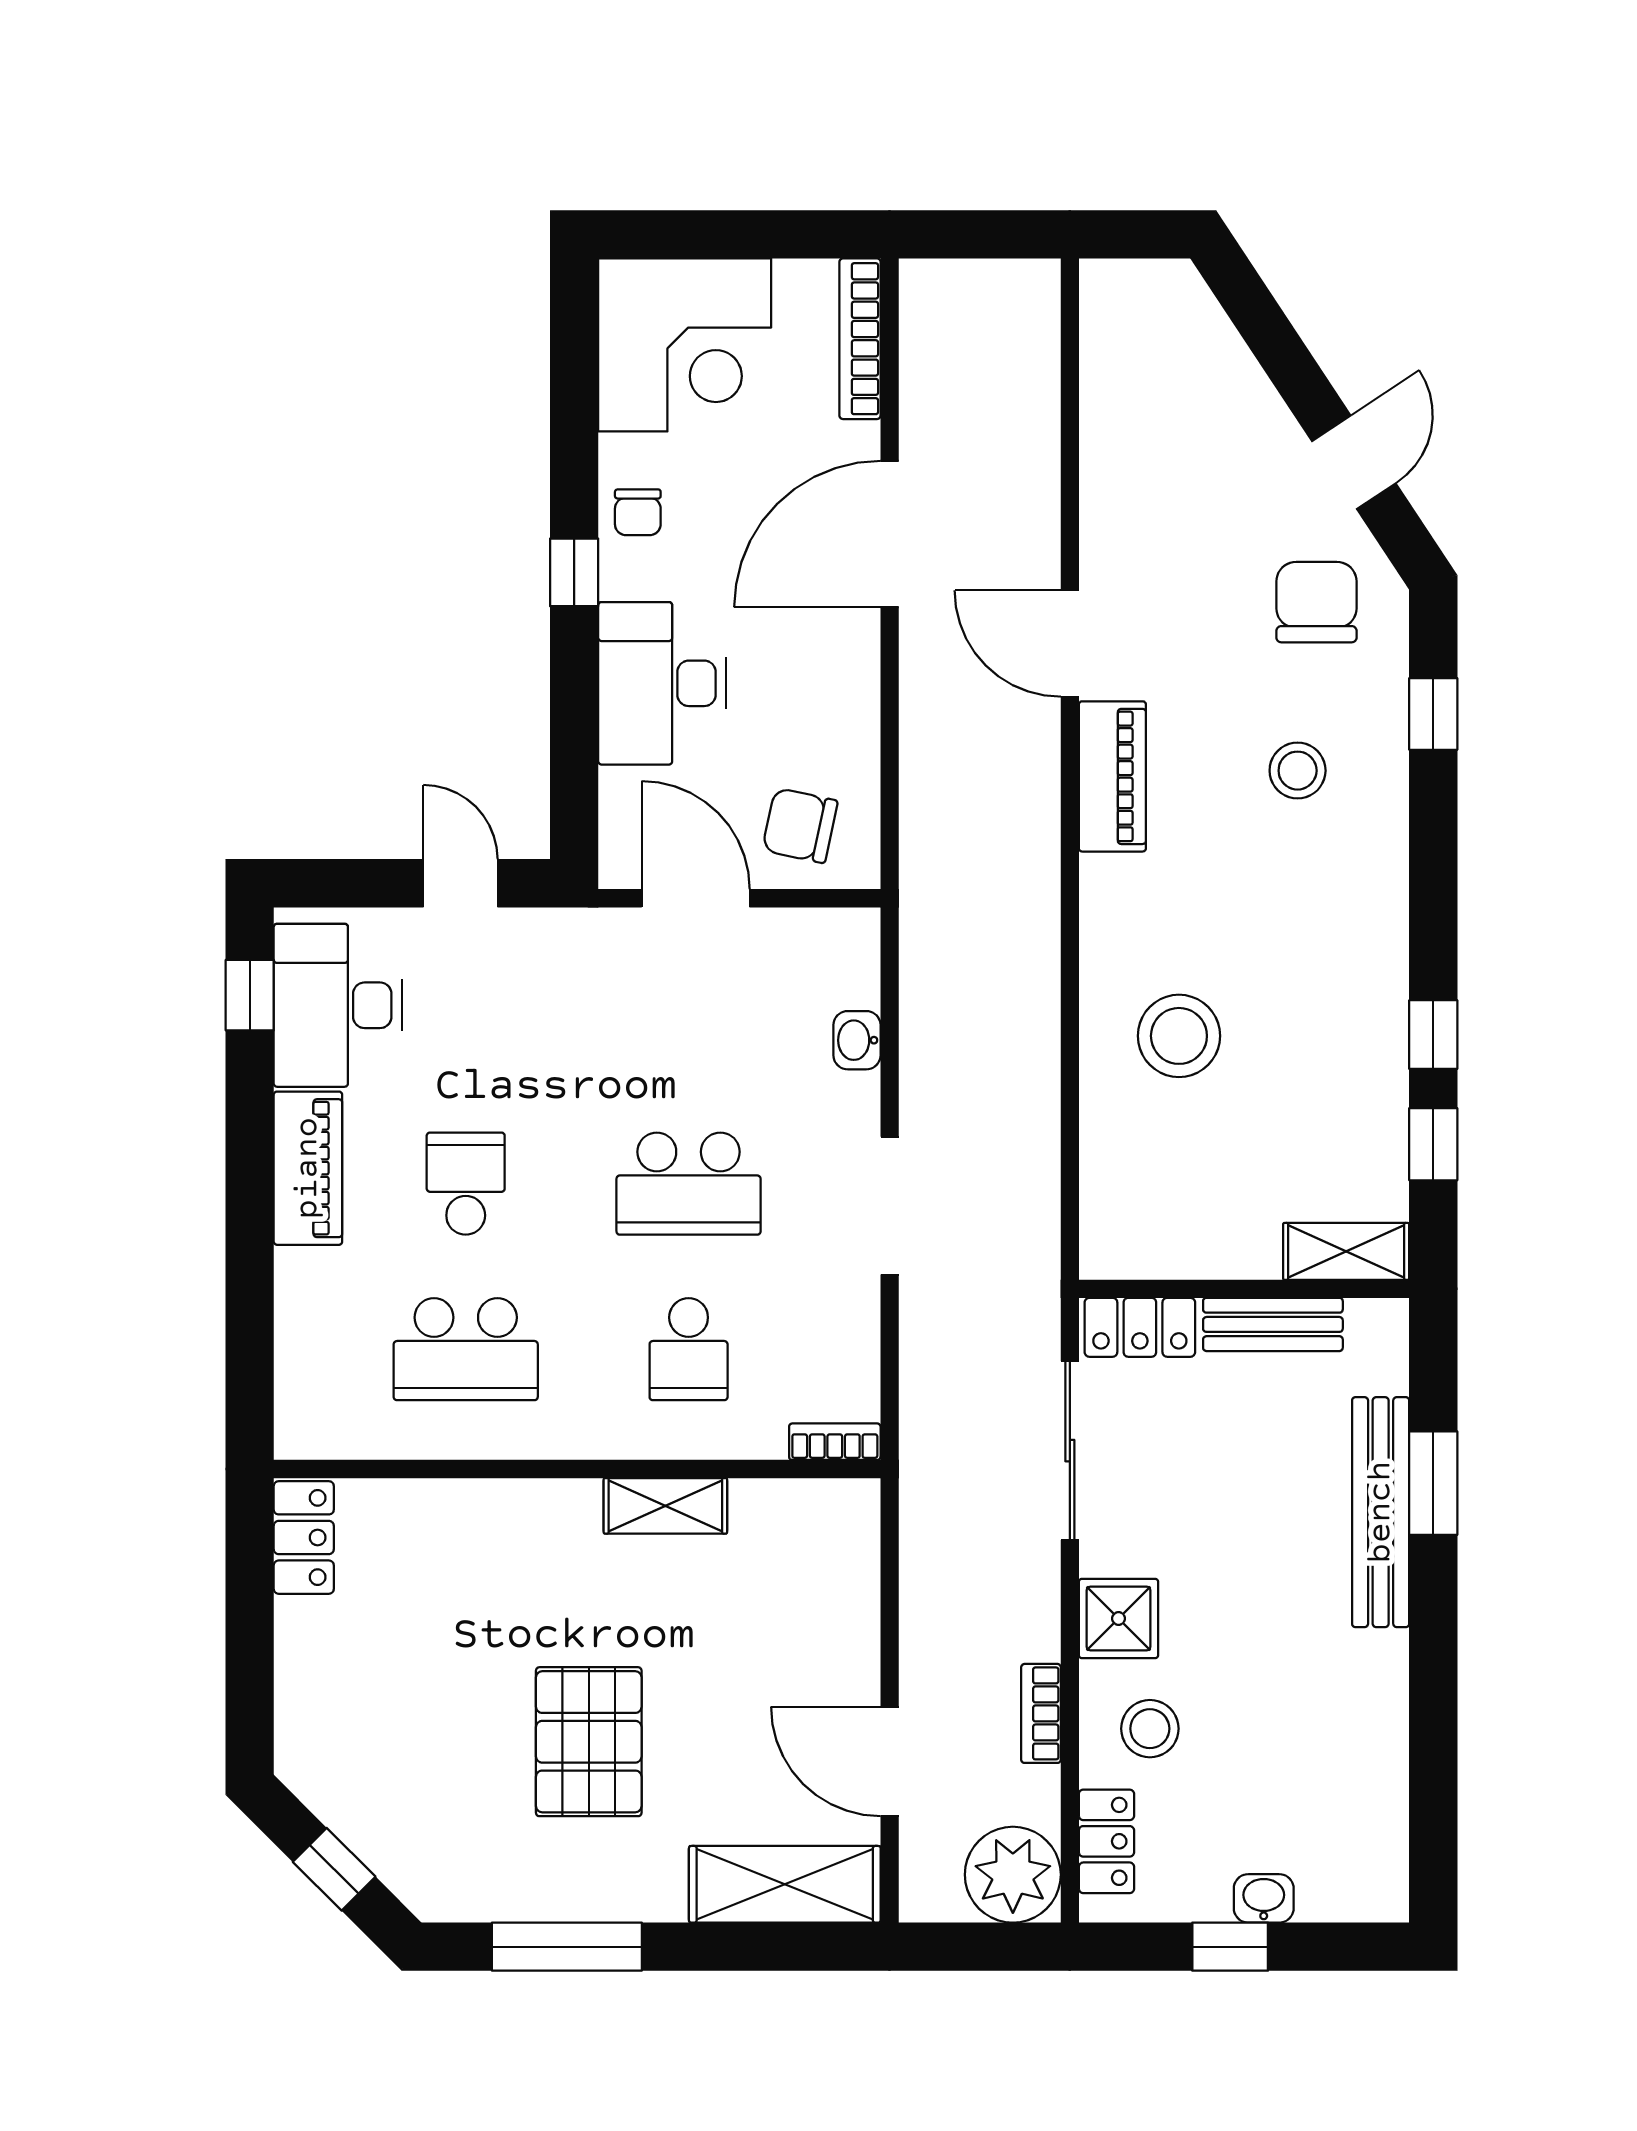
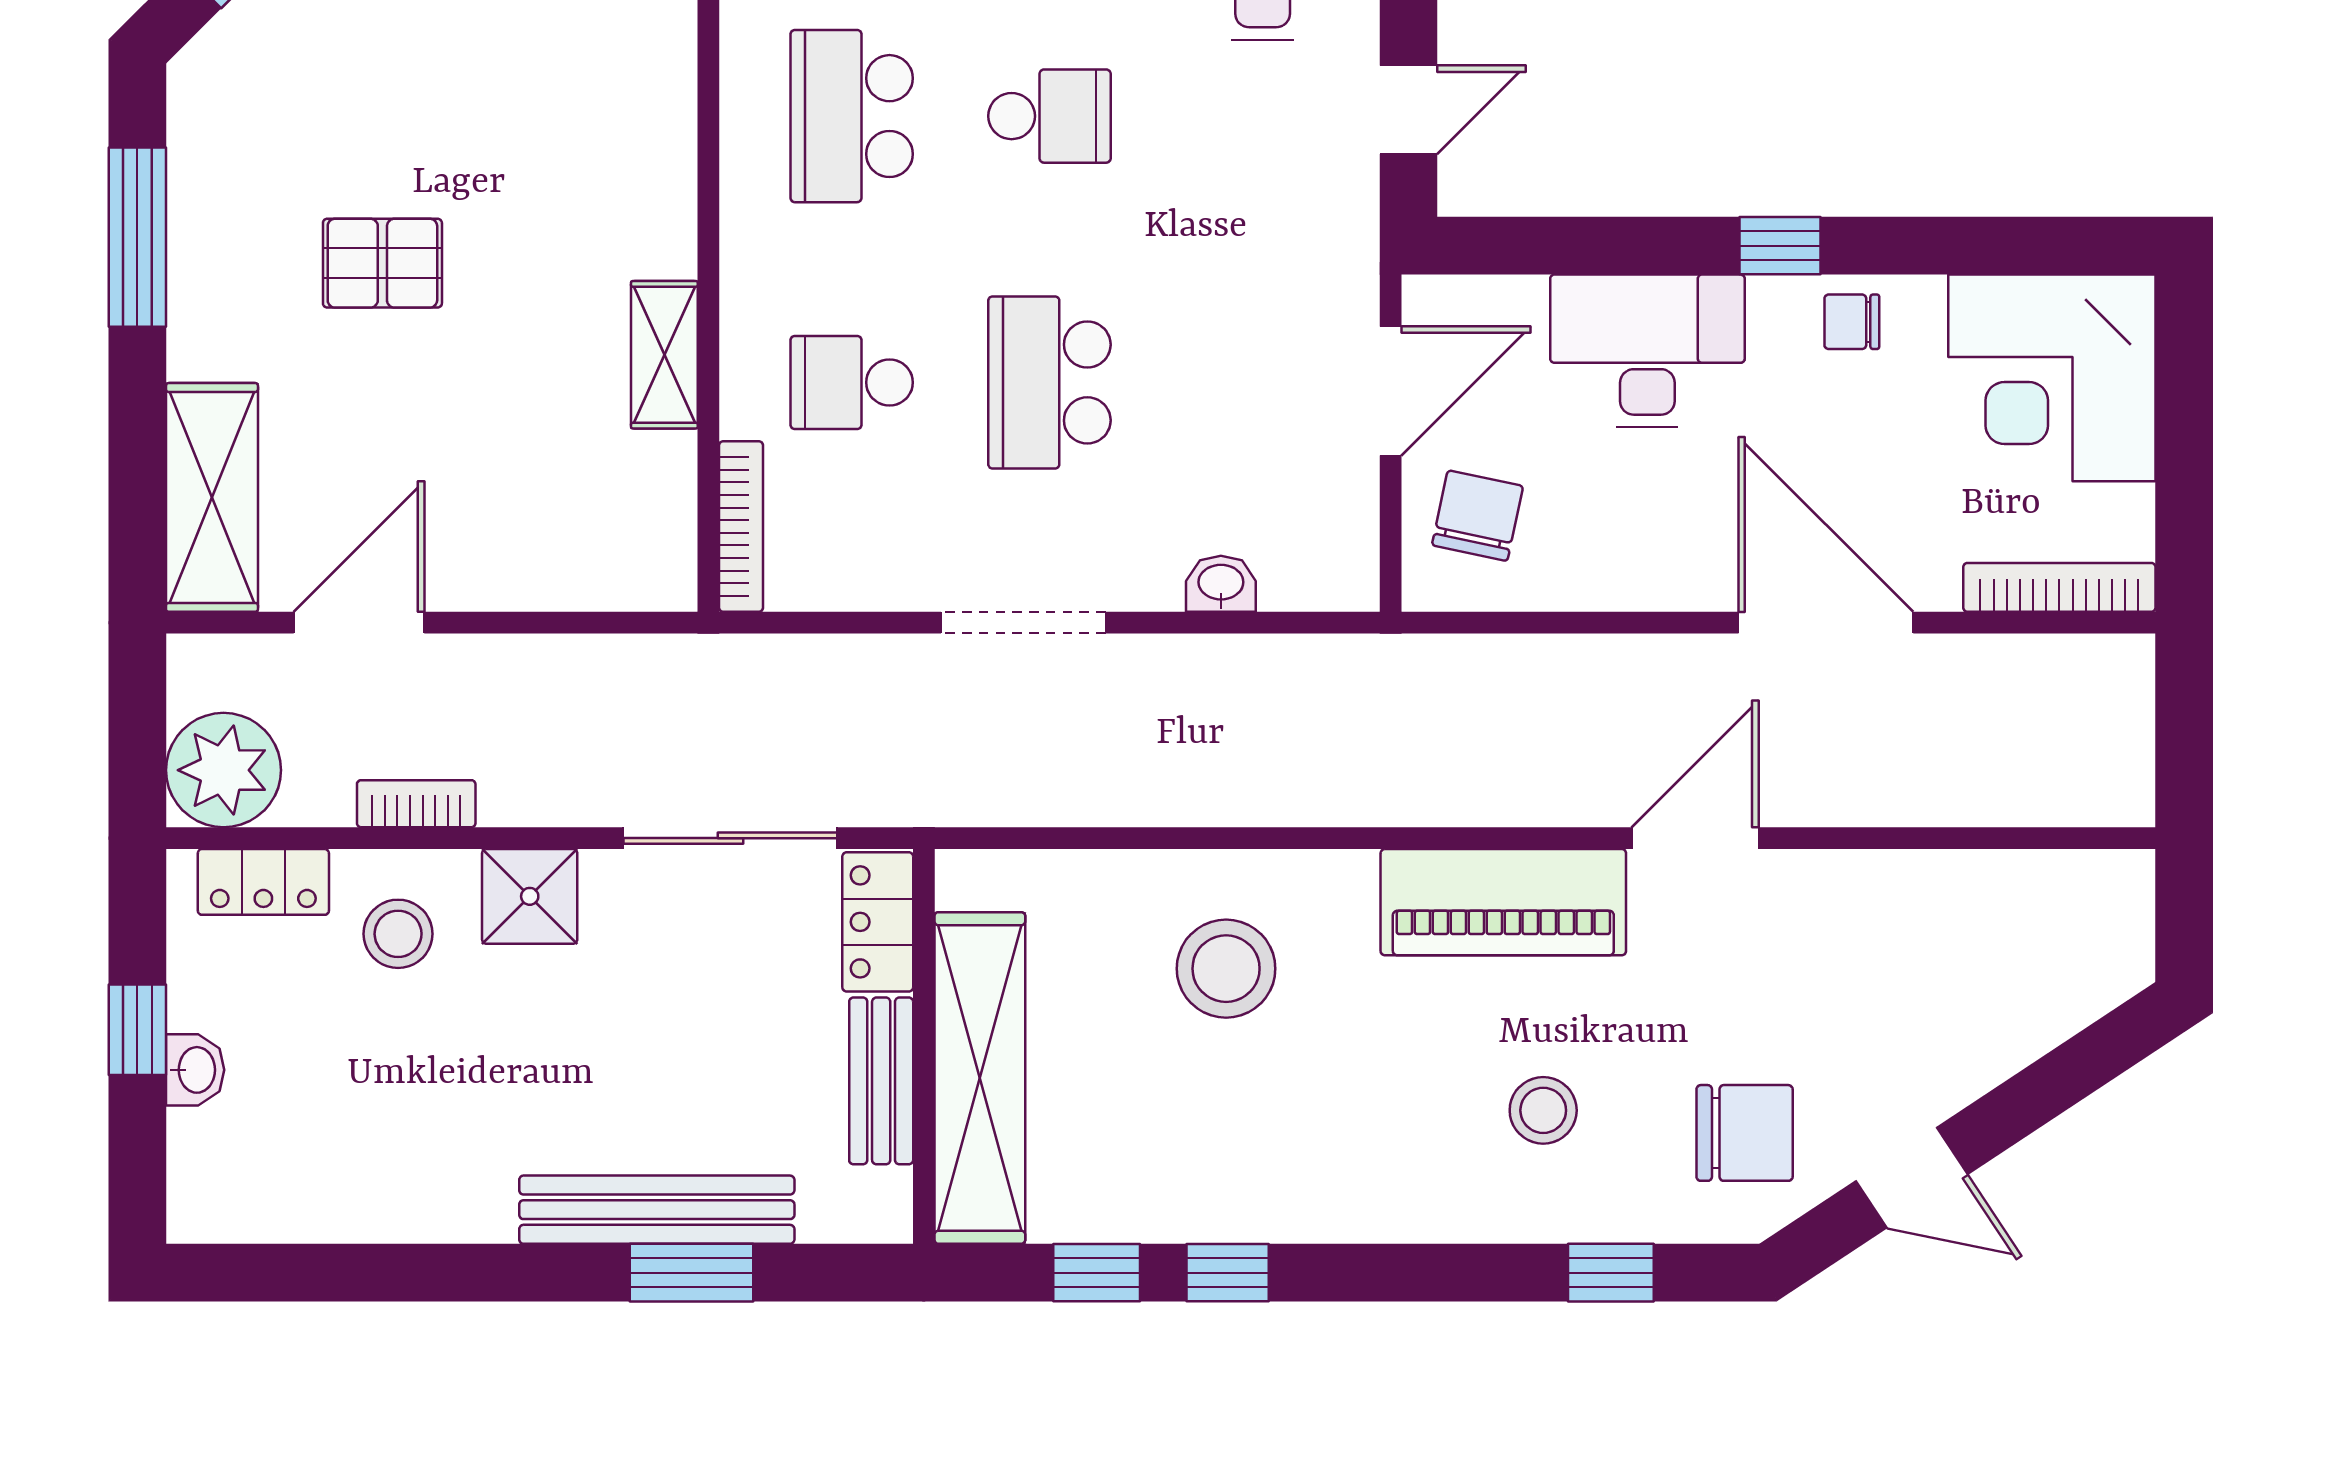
piano: (1112, 776) -> (1503, 902), width x1.37, depth x1.33
shelving: (1346, 1251) -> (980, 1078), width x2.20, depth x1.33
bookcase: (835, 1442) -> (741, 526), width x1.56
pallet: (589, 1742) -> (382, 263), width x0.67, depth x0.71

